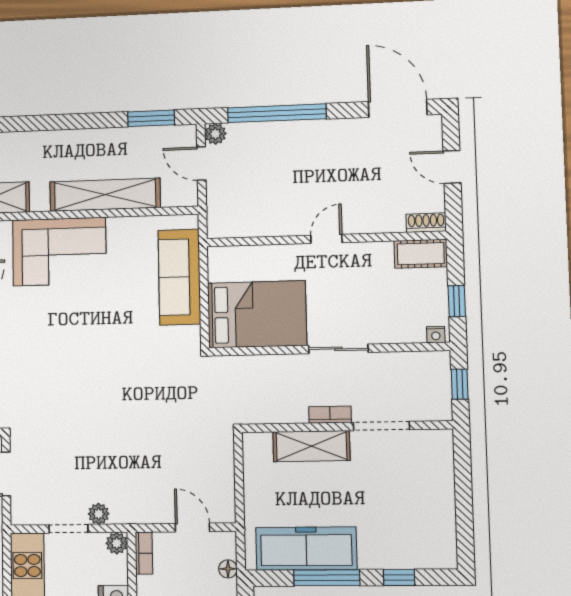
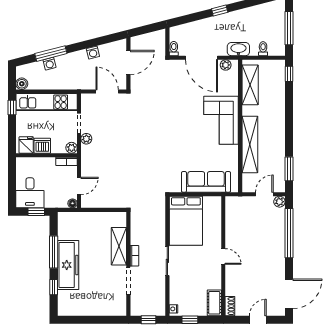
freezer: (306, 548) -> (68, 265), moved
floor lamp: (228, 569) -> (73, 203), moved

